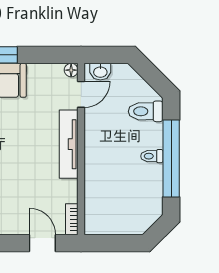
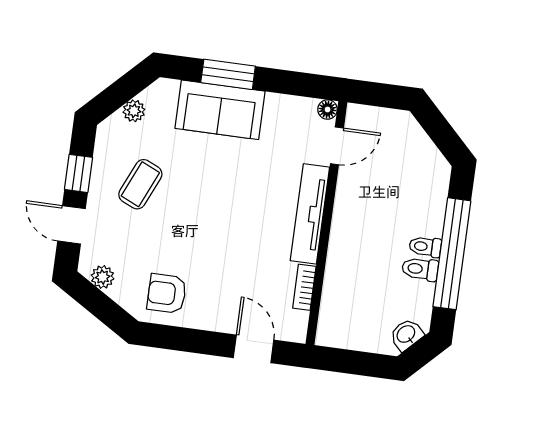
washbasin: (100, 72) -> (406, 335), moved, turned 135
toilet: (146, 111) -> (420, 269), moved, width x0.73, depth x0.72
bookcase: (72, 219) -> (304, 287), moved

